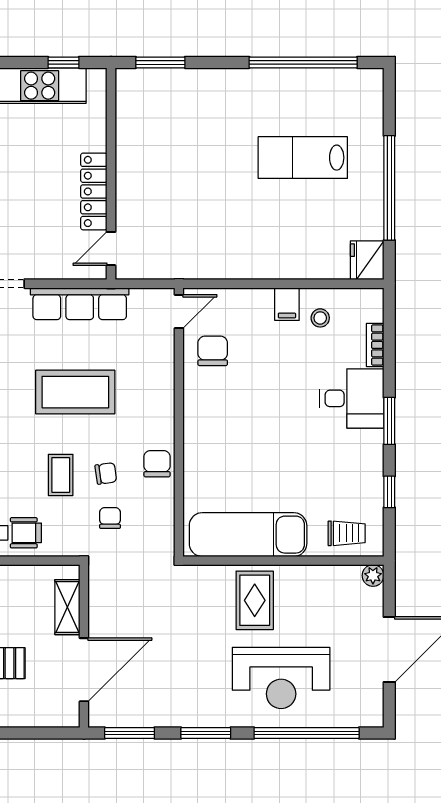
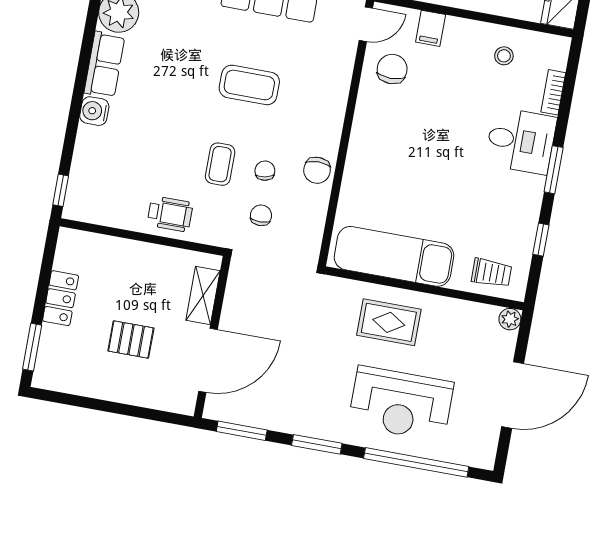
filing cabinet: (287, 304) -> (431, 28), moved
coffee table: (75, 392) -> (249, 85), width x0.73, depth x0.76
chair: (157, 464) -> (317, 170), turned 180
chair: (106, 473) -> (265, 171), turned -93
rug: (255, 600) -> (389, 322), turned 90

